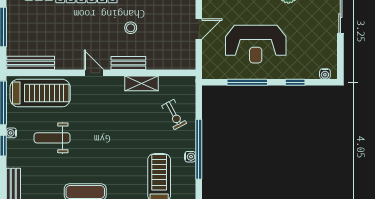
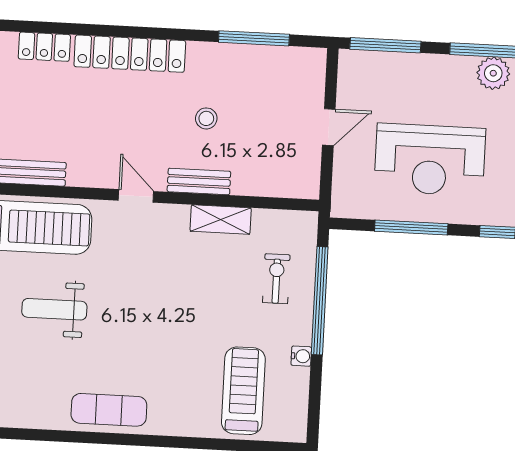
exercise bike: (174, 115) -> (276, 279), turned -152
window: (199, 149) -> (320, 301), moved

